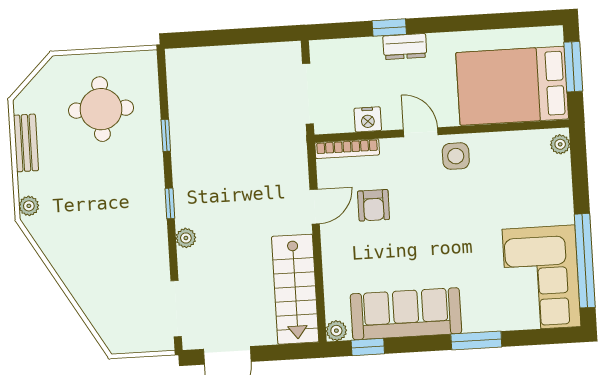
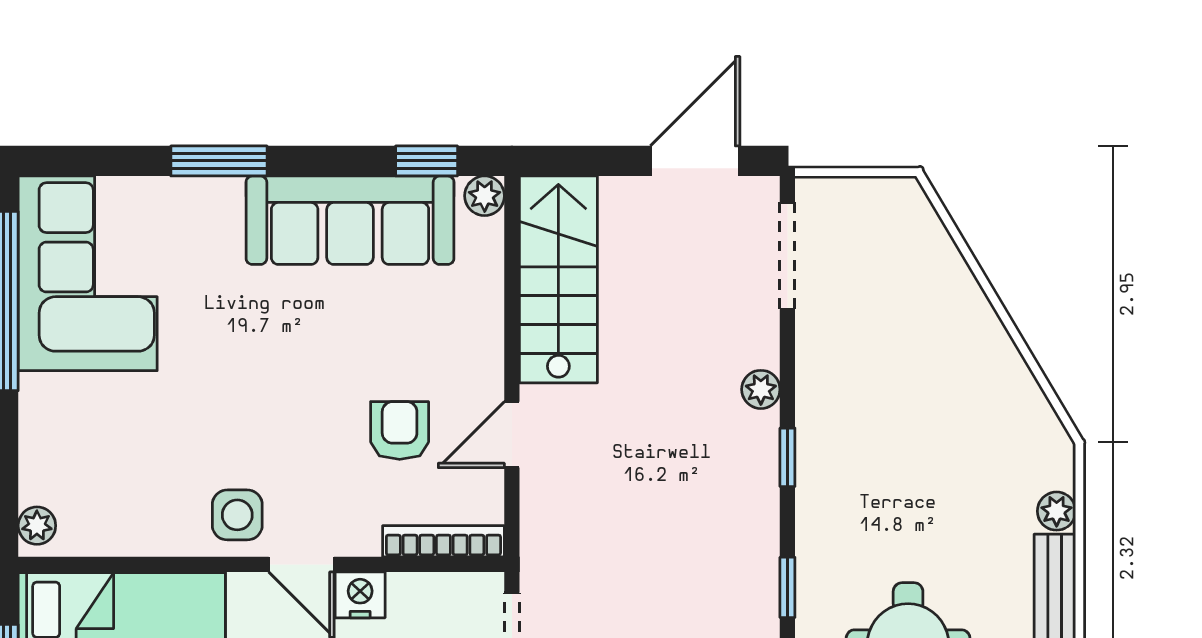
nightstand: (368, 119) -> (360, 595), moved
plant: (29, 206) -> (1057, 511), moved

